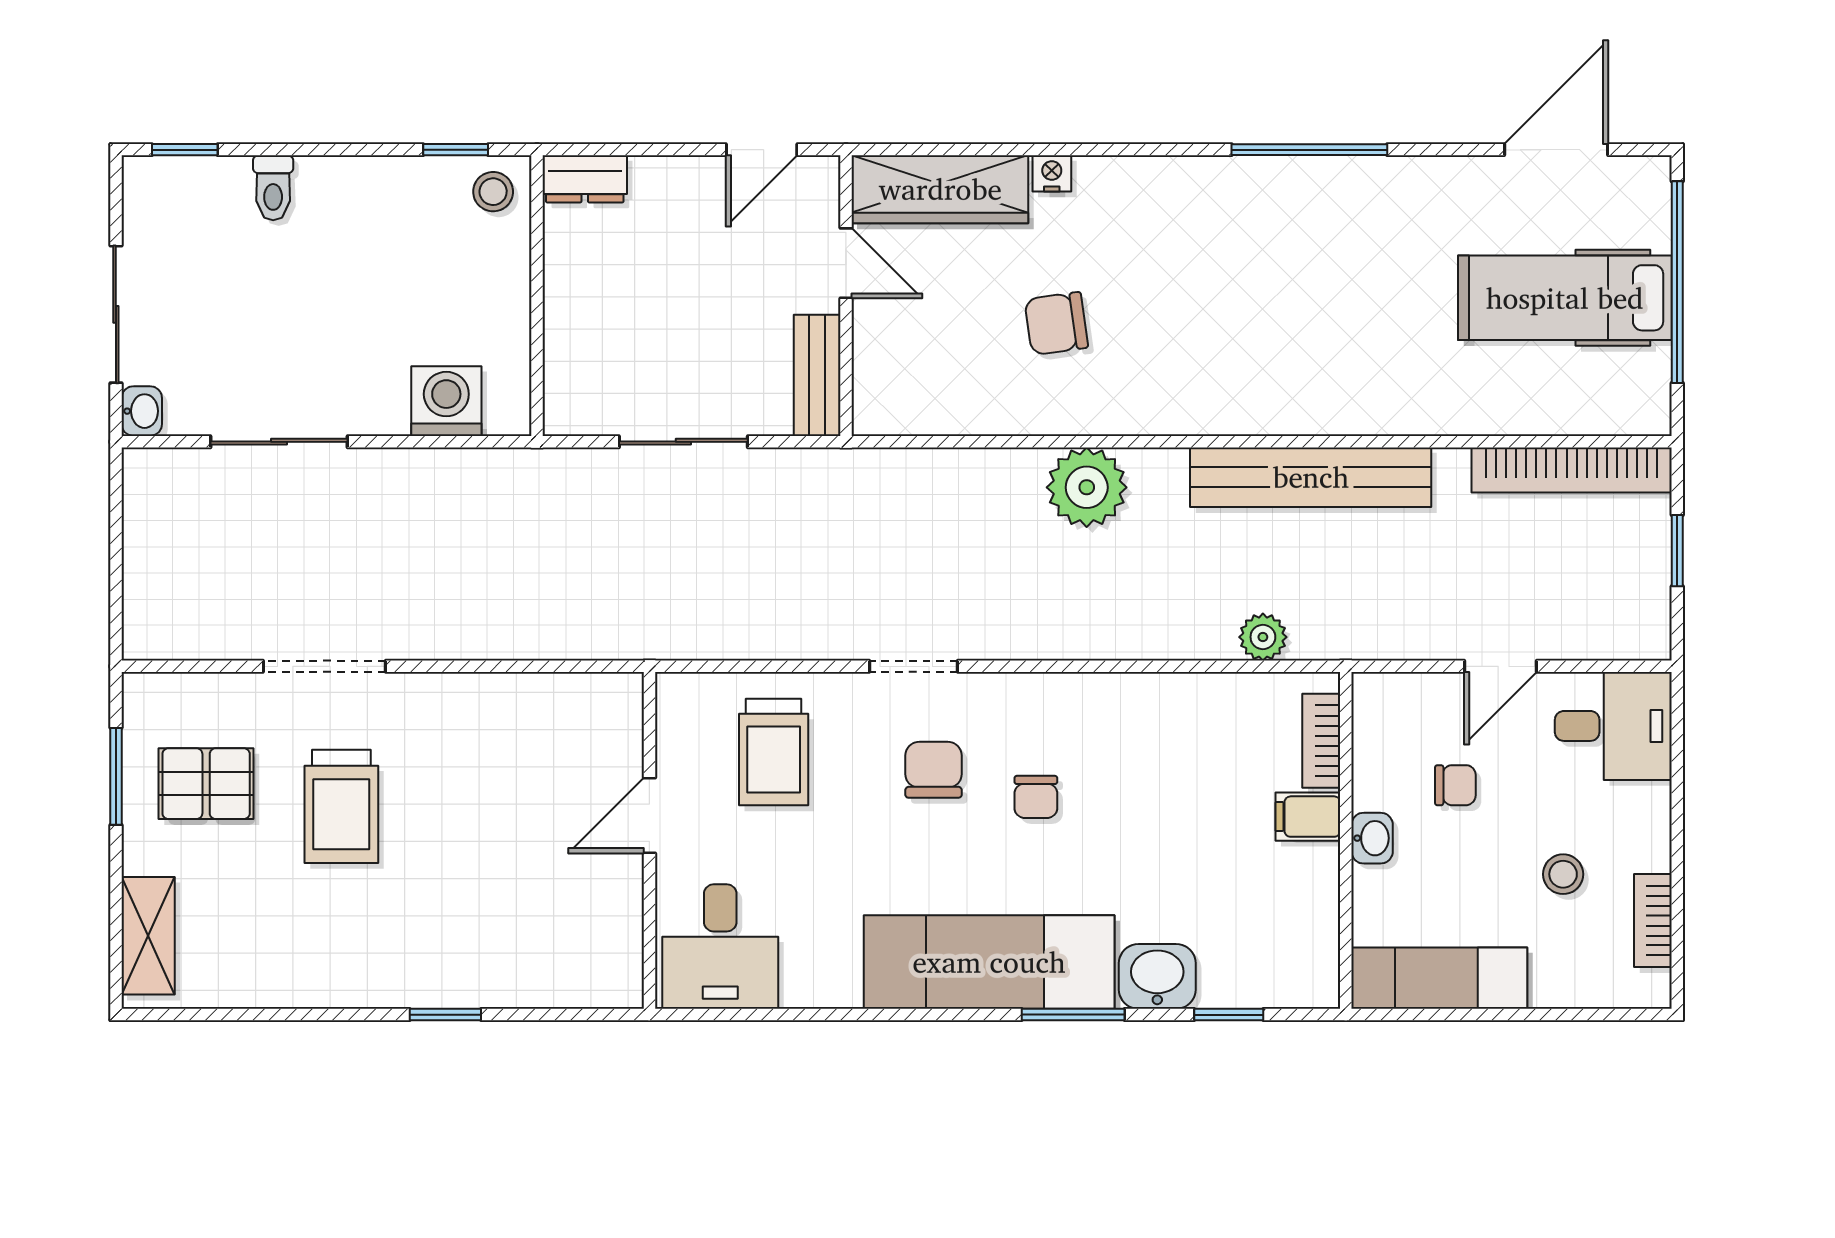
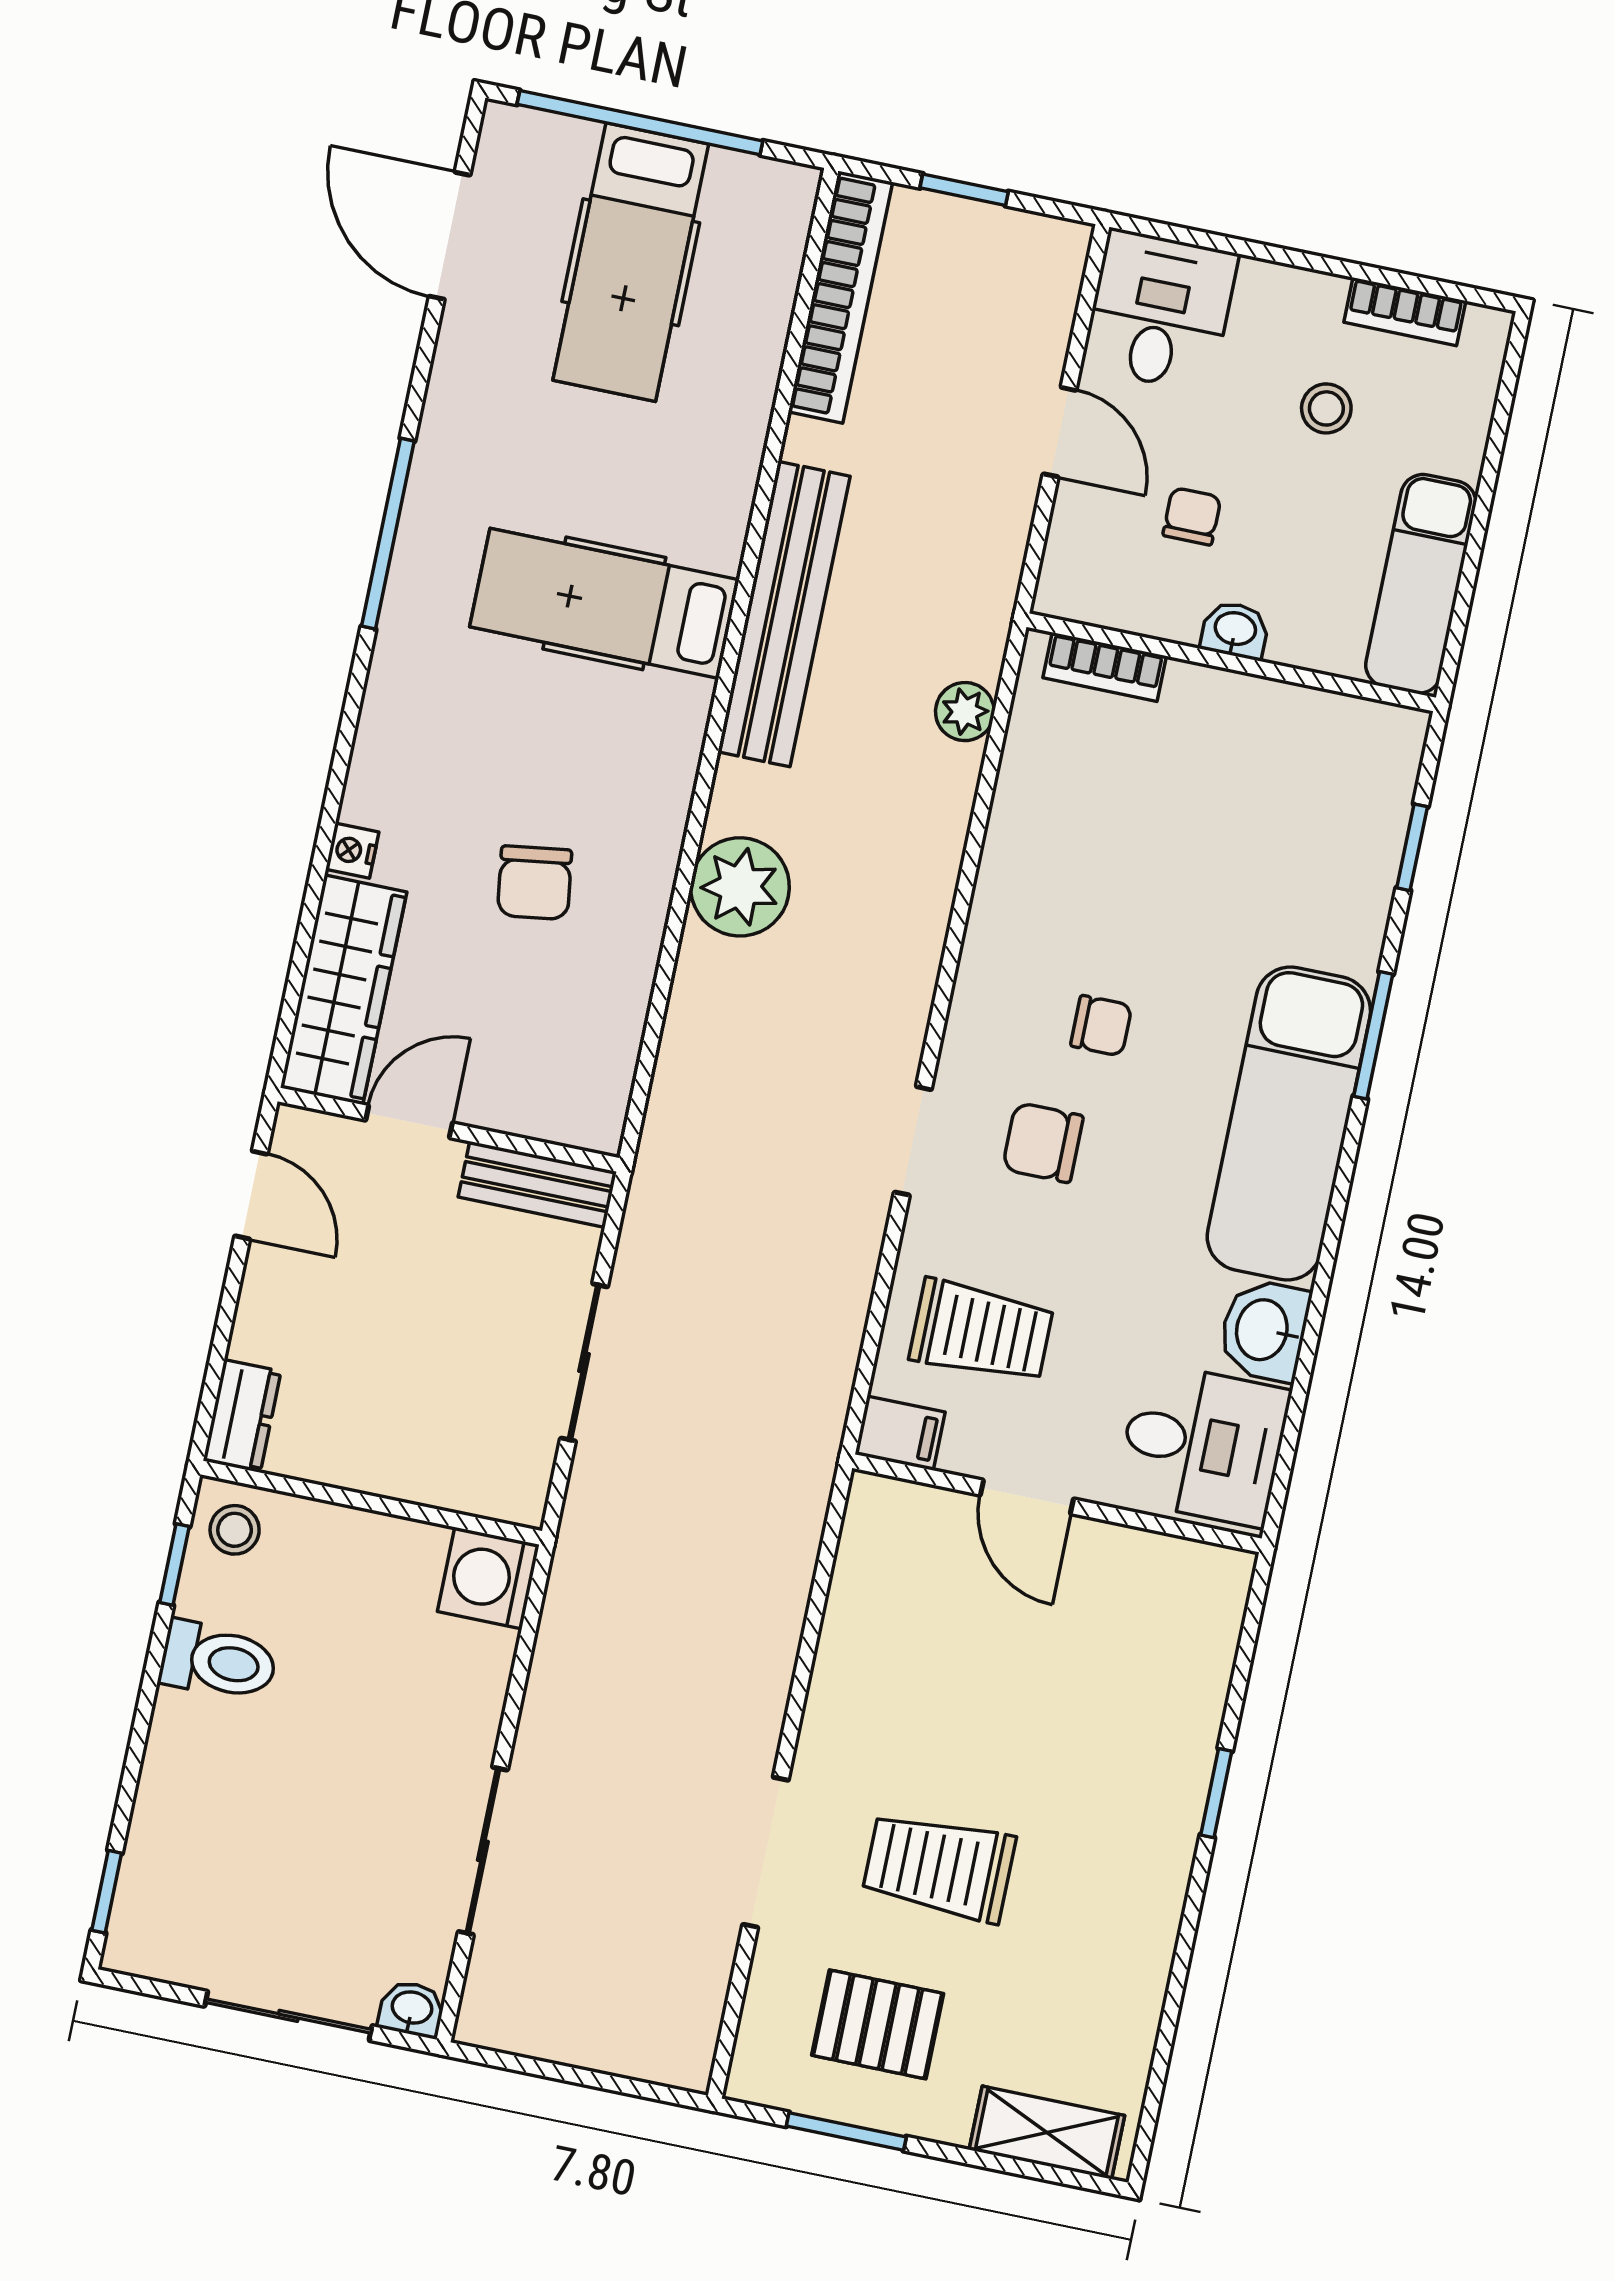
toilet: (273, 188) -> (218, 1661), moved, width x1.37, depth x1.39
hospital bed: (1290, 333) -> (604, 603), added
washing machine: (446, 401) -> (488, 1578), moved
pallet: (206, 784) -> (878, 2024), turned 90
trolley: (341, 806) -> (939, 1867), turned 180
filing cabinet: (1308, 817) -> (900, 1433), moved, turned -90
washbasin: (1157, 976) -> (1264, 1330), moved

